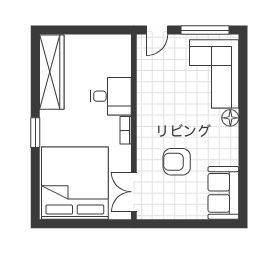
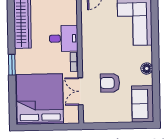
floor lamp: (230, 118) -> (147, 69), moved
double door: (134, 192) -> (81, 91), moved

